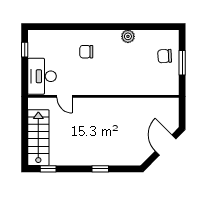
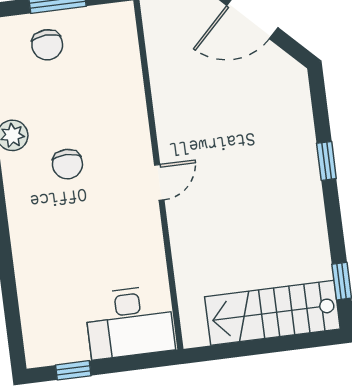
chair: (86, 52) -> (67, 164), moved
door: (65, 96) -> (159, 182), moved

